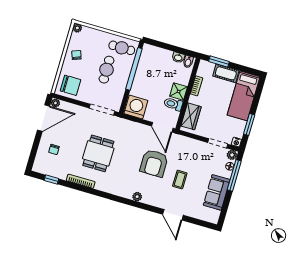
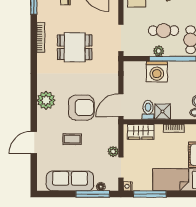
plant: (123, 79) -> (159, 51), added
washing machine: (136, 107) -> (157, 72), moved, turned 90
window: (249, 124) -> (150, 194), width x1.44
plant: (232, 155) -> (113, 152), moved
armchair: (154, 163) -> (81, 108), turned 180
sofa: (217, 192) -> (70, 181), width x1.36
plant: (137, 197) -> (46, 100), width x1.88, depth x1.88

